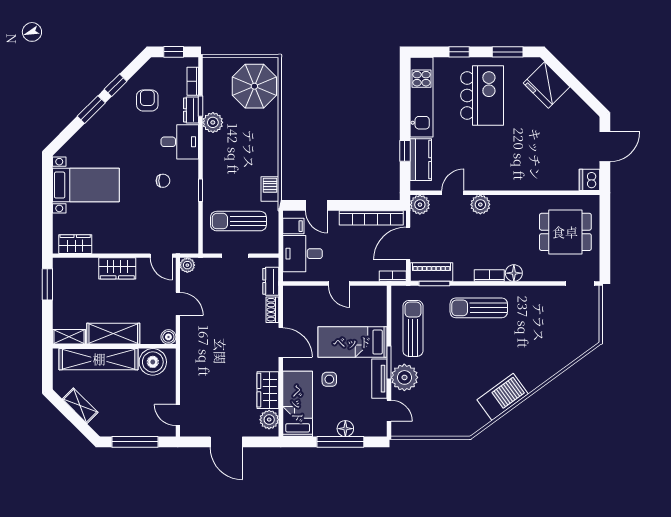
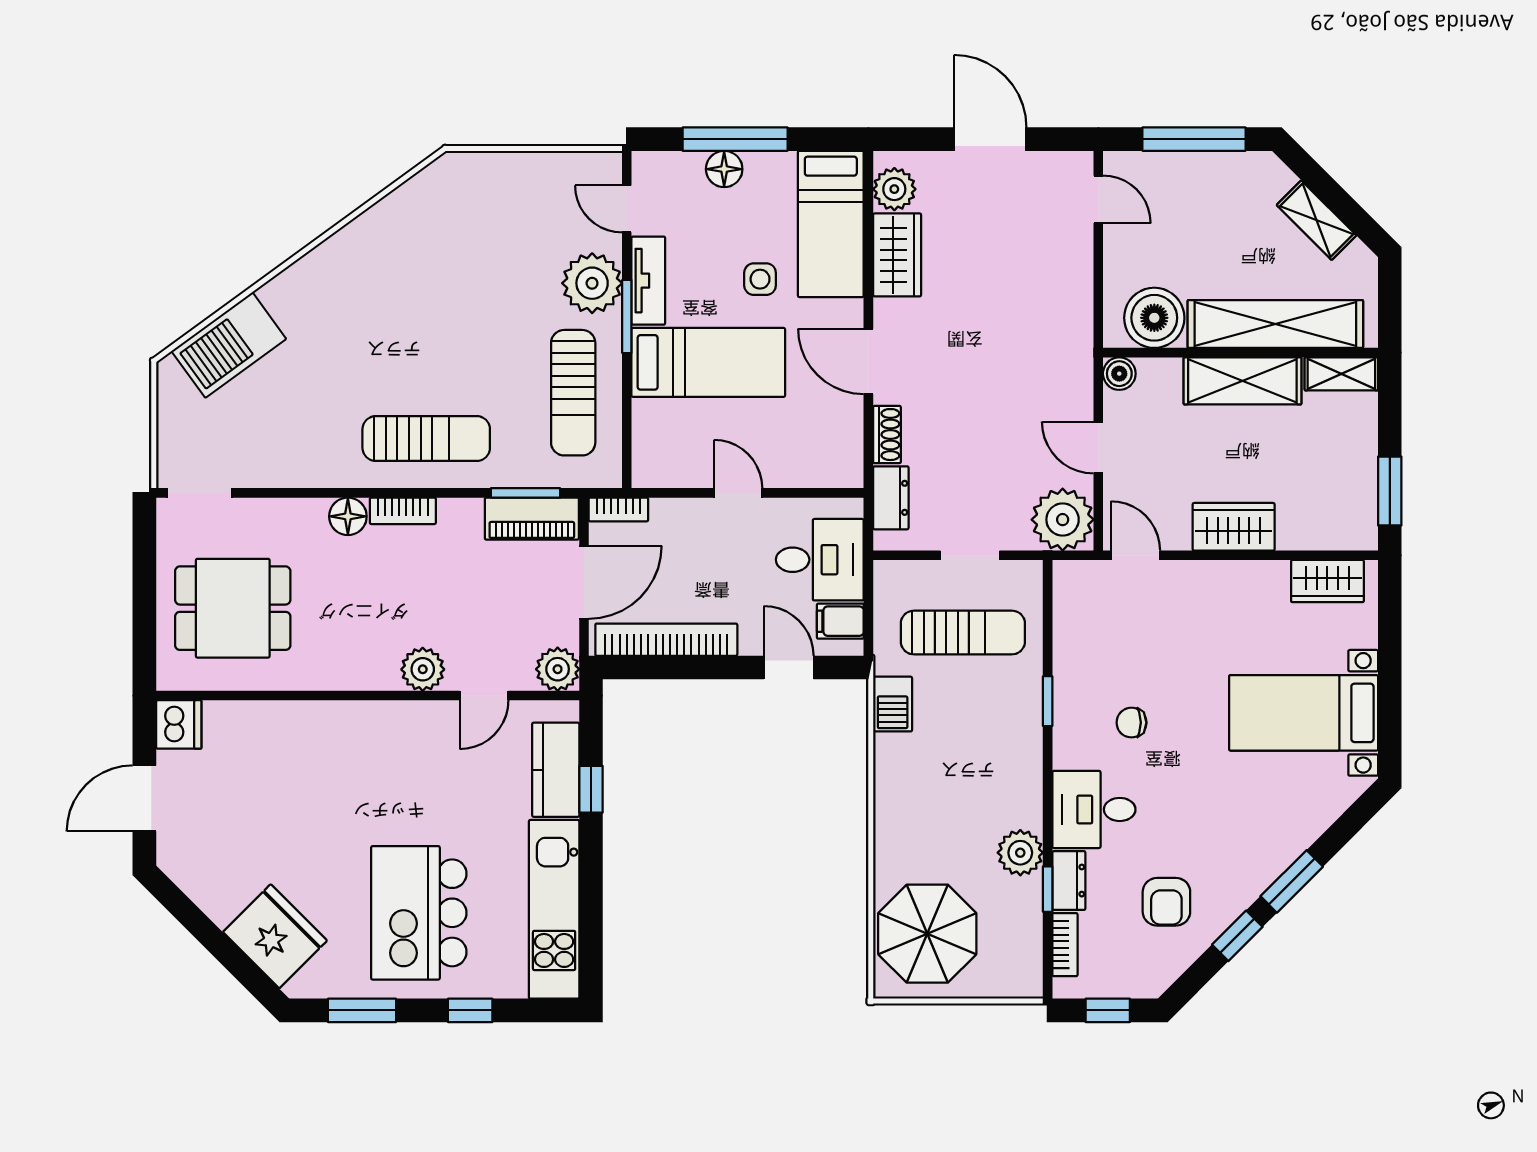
plant: (187, 265) -> (1063, 520), width x1.87, depth x1.87
barbecue: (503, 397) -> (229, 345), moved

